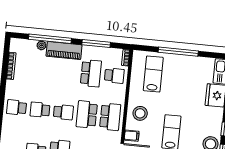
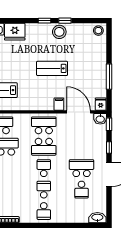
school desk: (40, 110) -> (44, 190), turned 180
stool: (140, 113) -> (38, 98), removed

